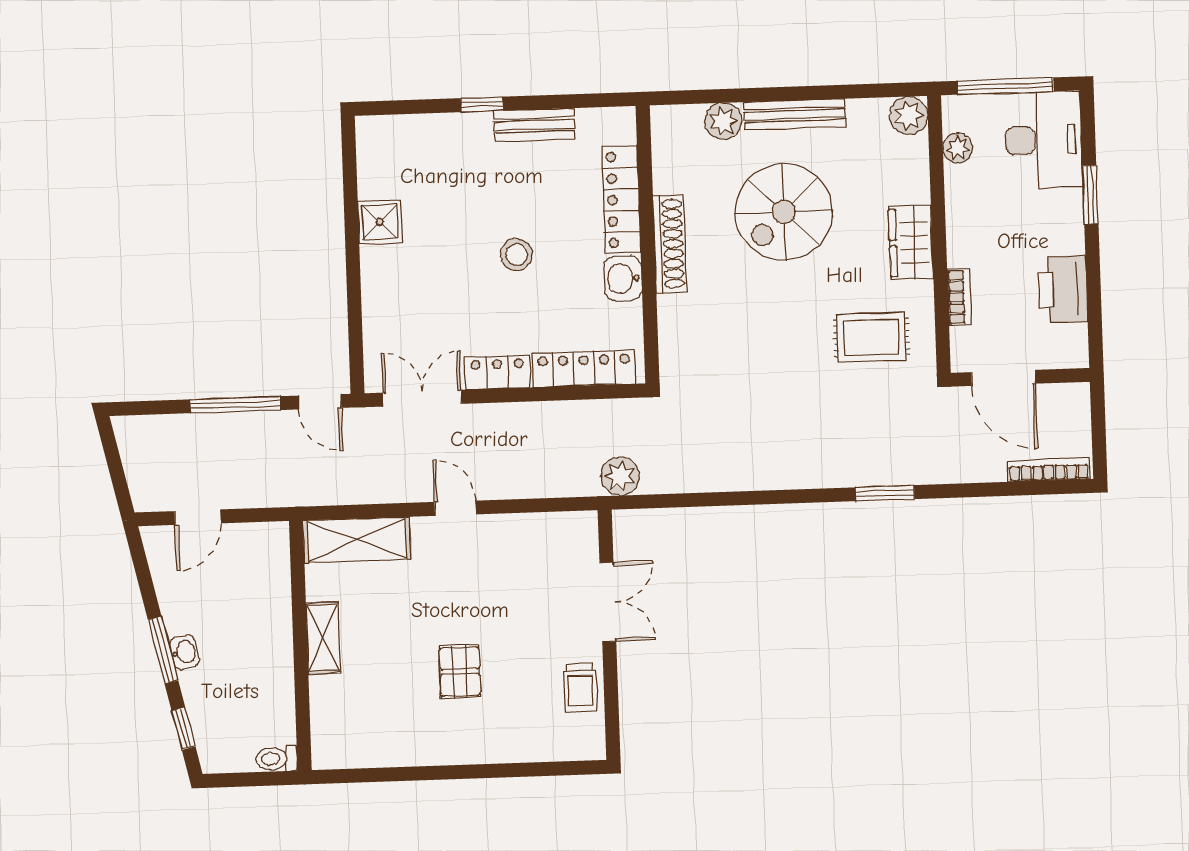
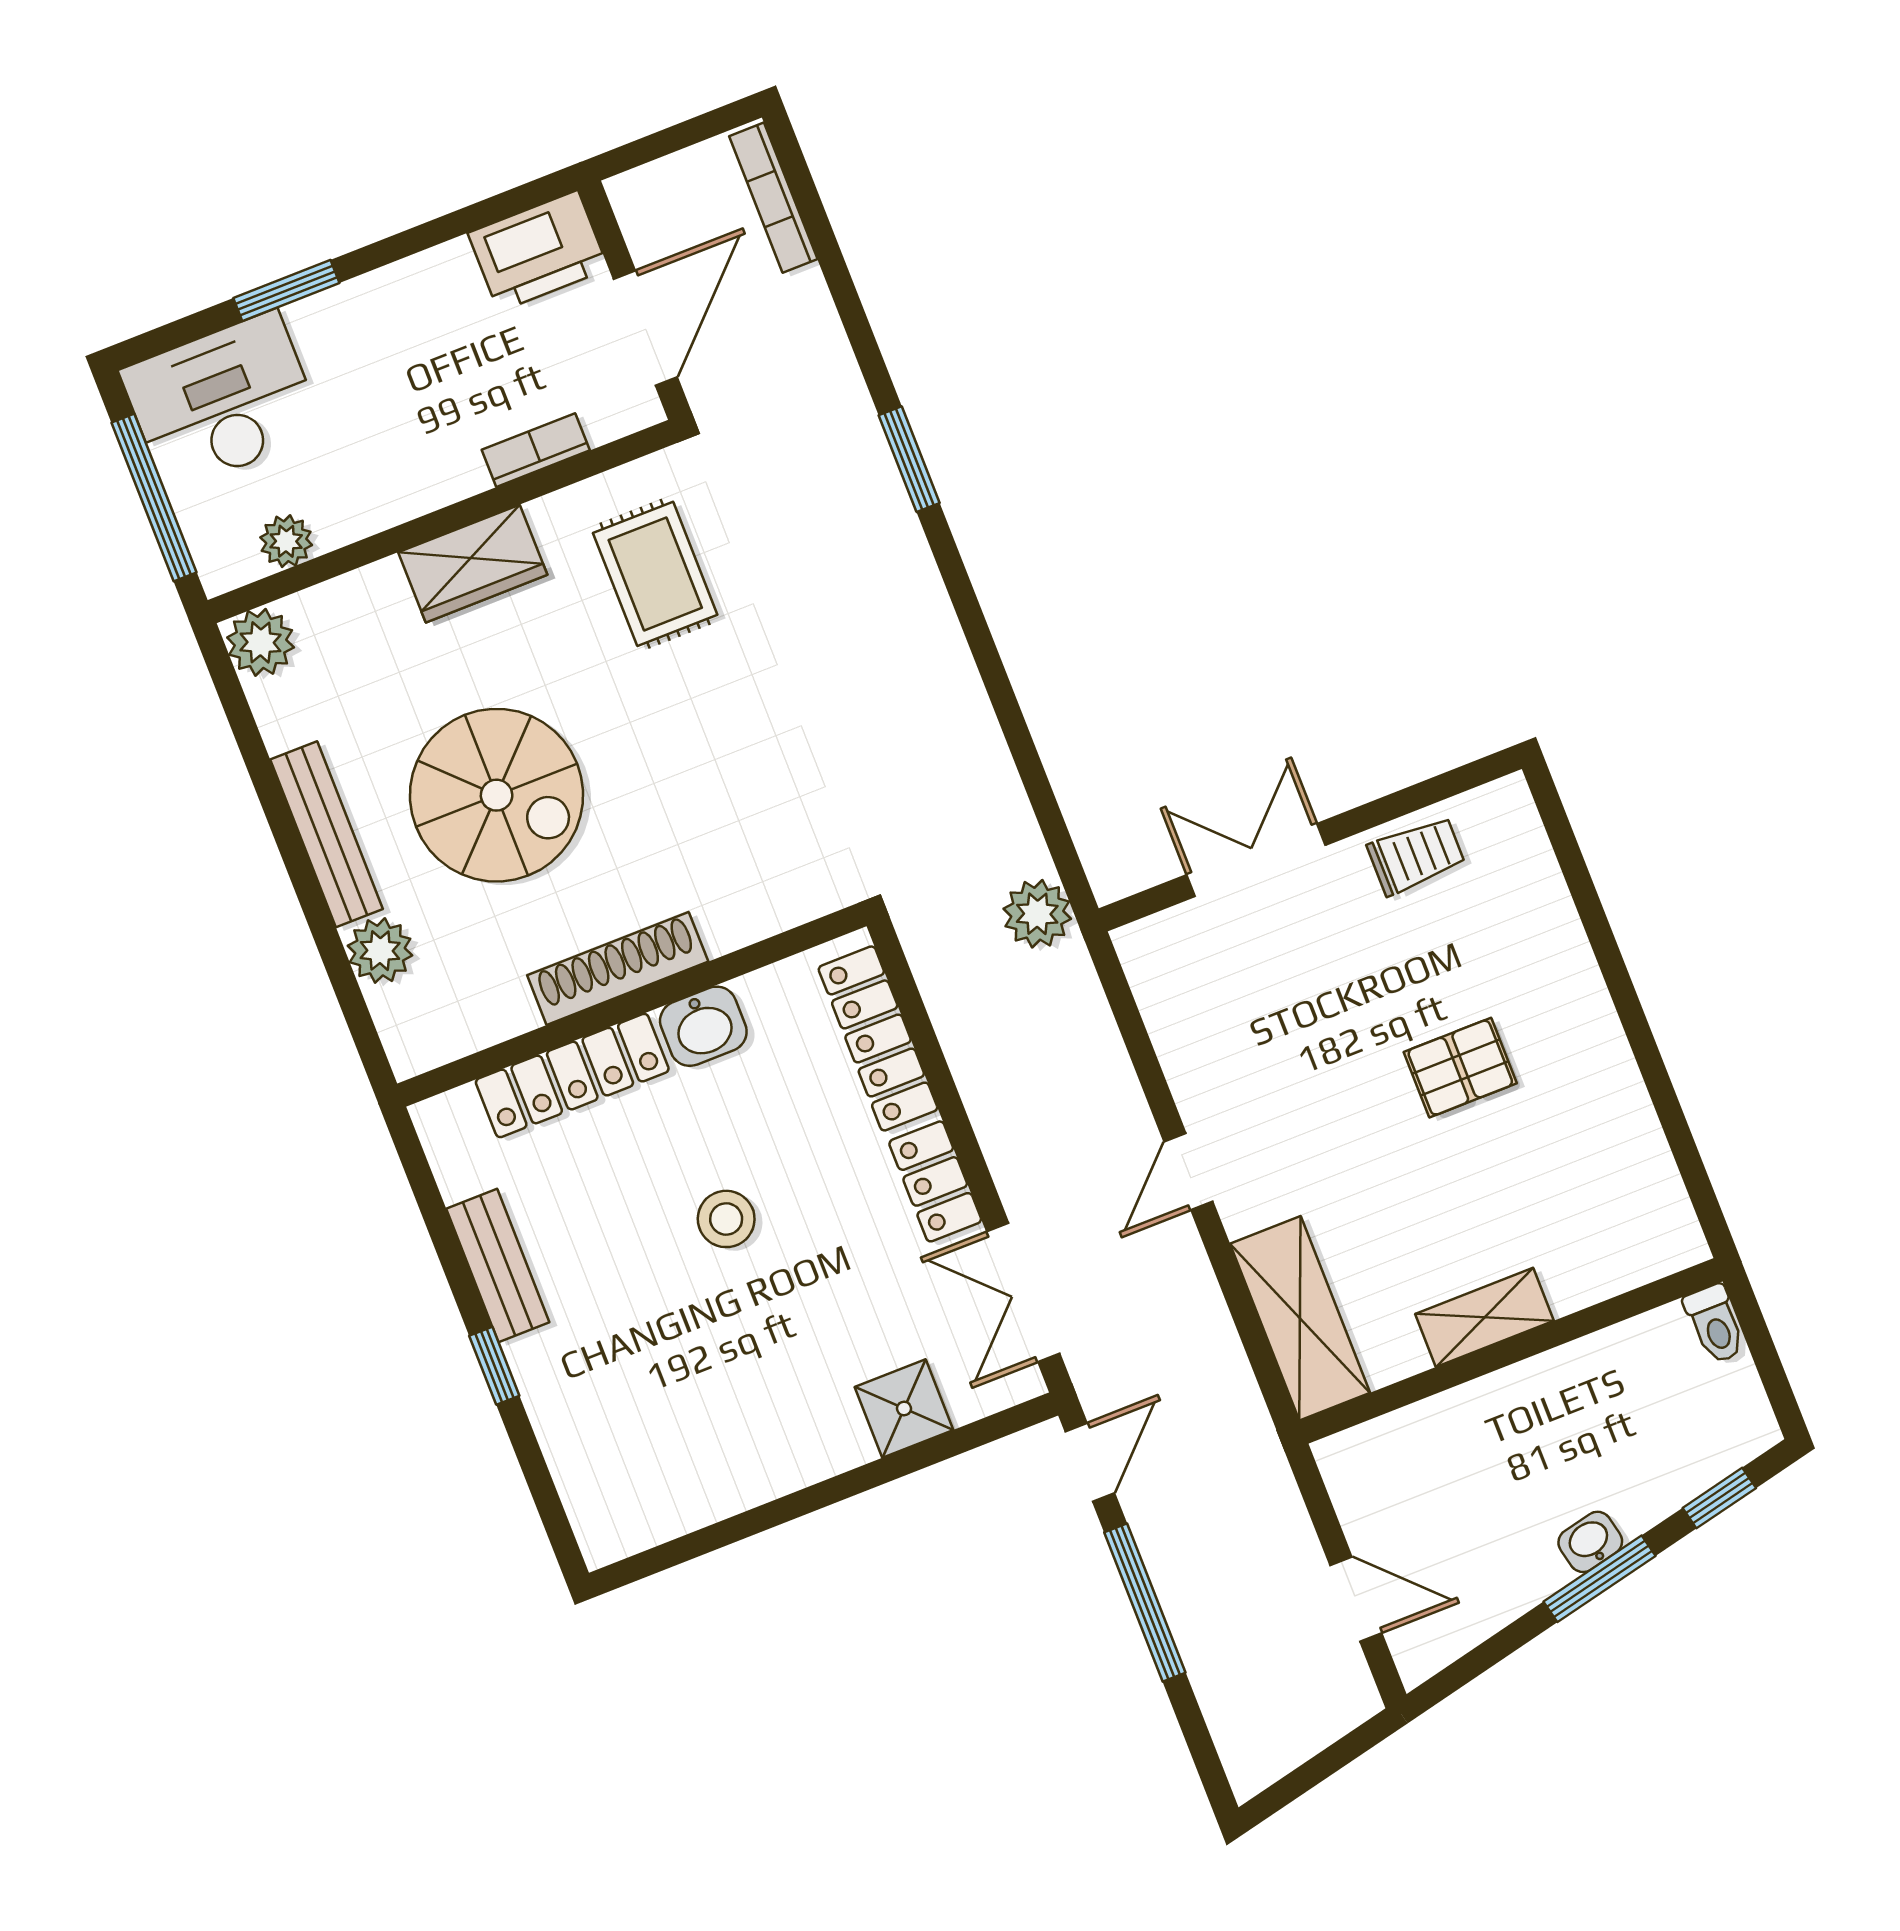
shower: (380, 222) -> (904, 1409), moved
printer: (1063, 289) -> (538, 251), moved

